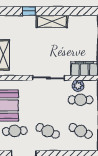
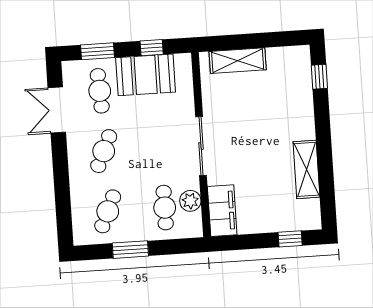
window: (29, 11) -> (319, 77), moved
shelving: (52, 21) -> (306, 169), moved

